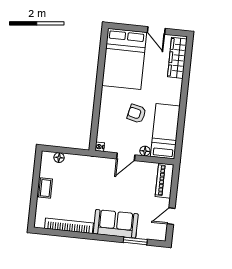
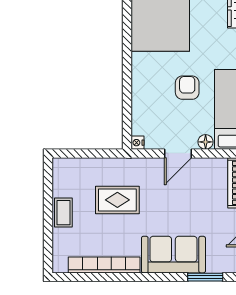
armchair: (137, 114) -> (187, 88), turned 77
floor lamp: (59, 158) -> (79, 165), removed
rug: (82, 183) -> (117, 200), added

